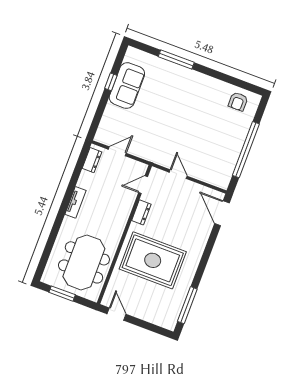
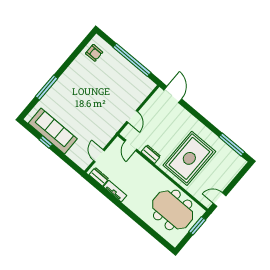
sofa: (127, 86) -> (53, 131), width x1.36
door: (178, 174) -> (132, 117), swing flipped
tv unit: (75, 202) -> (115, 191), moved
door: (222, 213) -> (173, 94), swing flipped
window: (62, 294) -> (197, 226), moved

